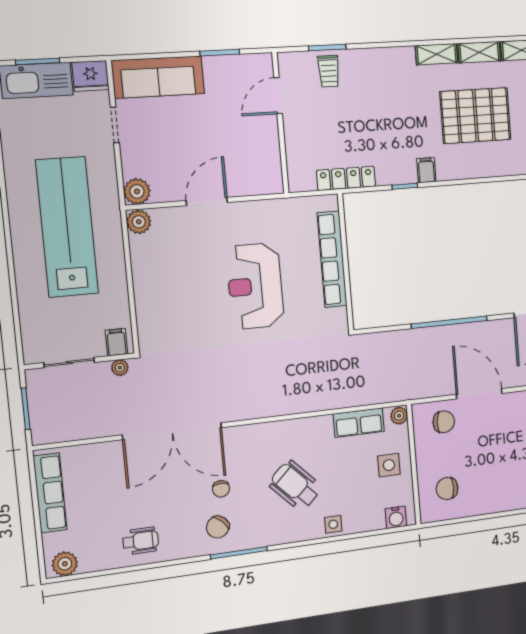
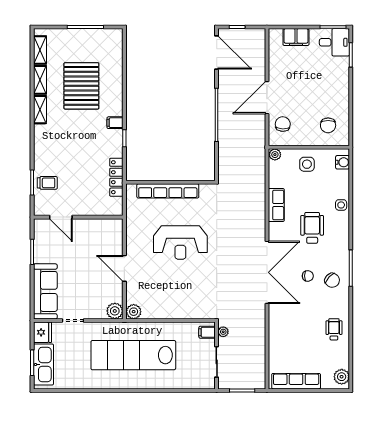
row of seats: (359, 423) -> (276, 205), moved
double door: (172, 431) -> (267, 272), moved
wheelchair: (295, 486) -> (312, 228), turned 134

